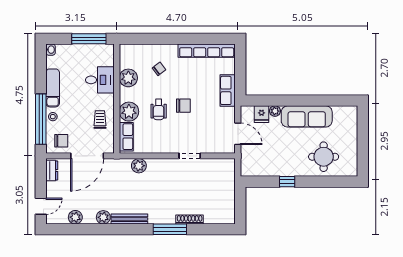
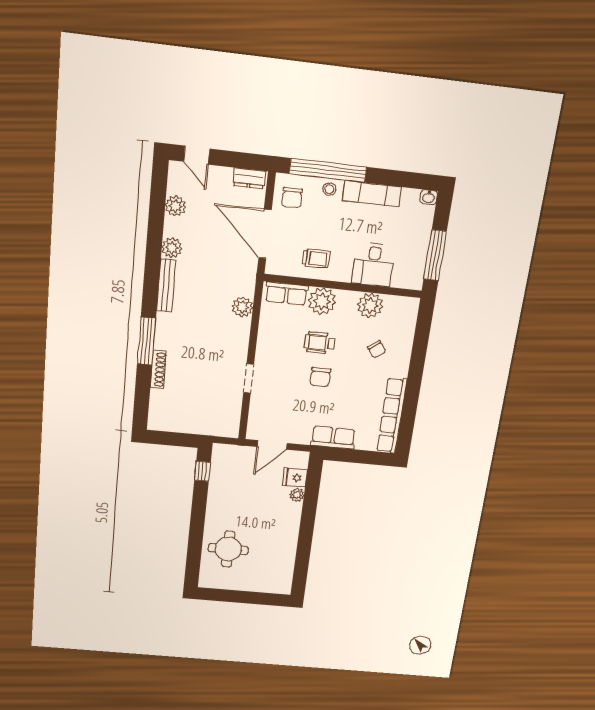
sofa: (307, 116) -> (284, 533), removed
window: (287, 182) -> (202, 471), moved

